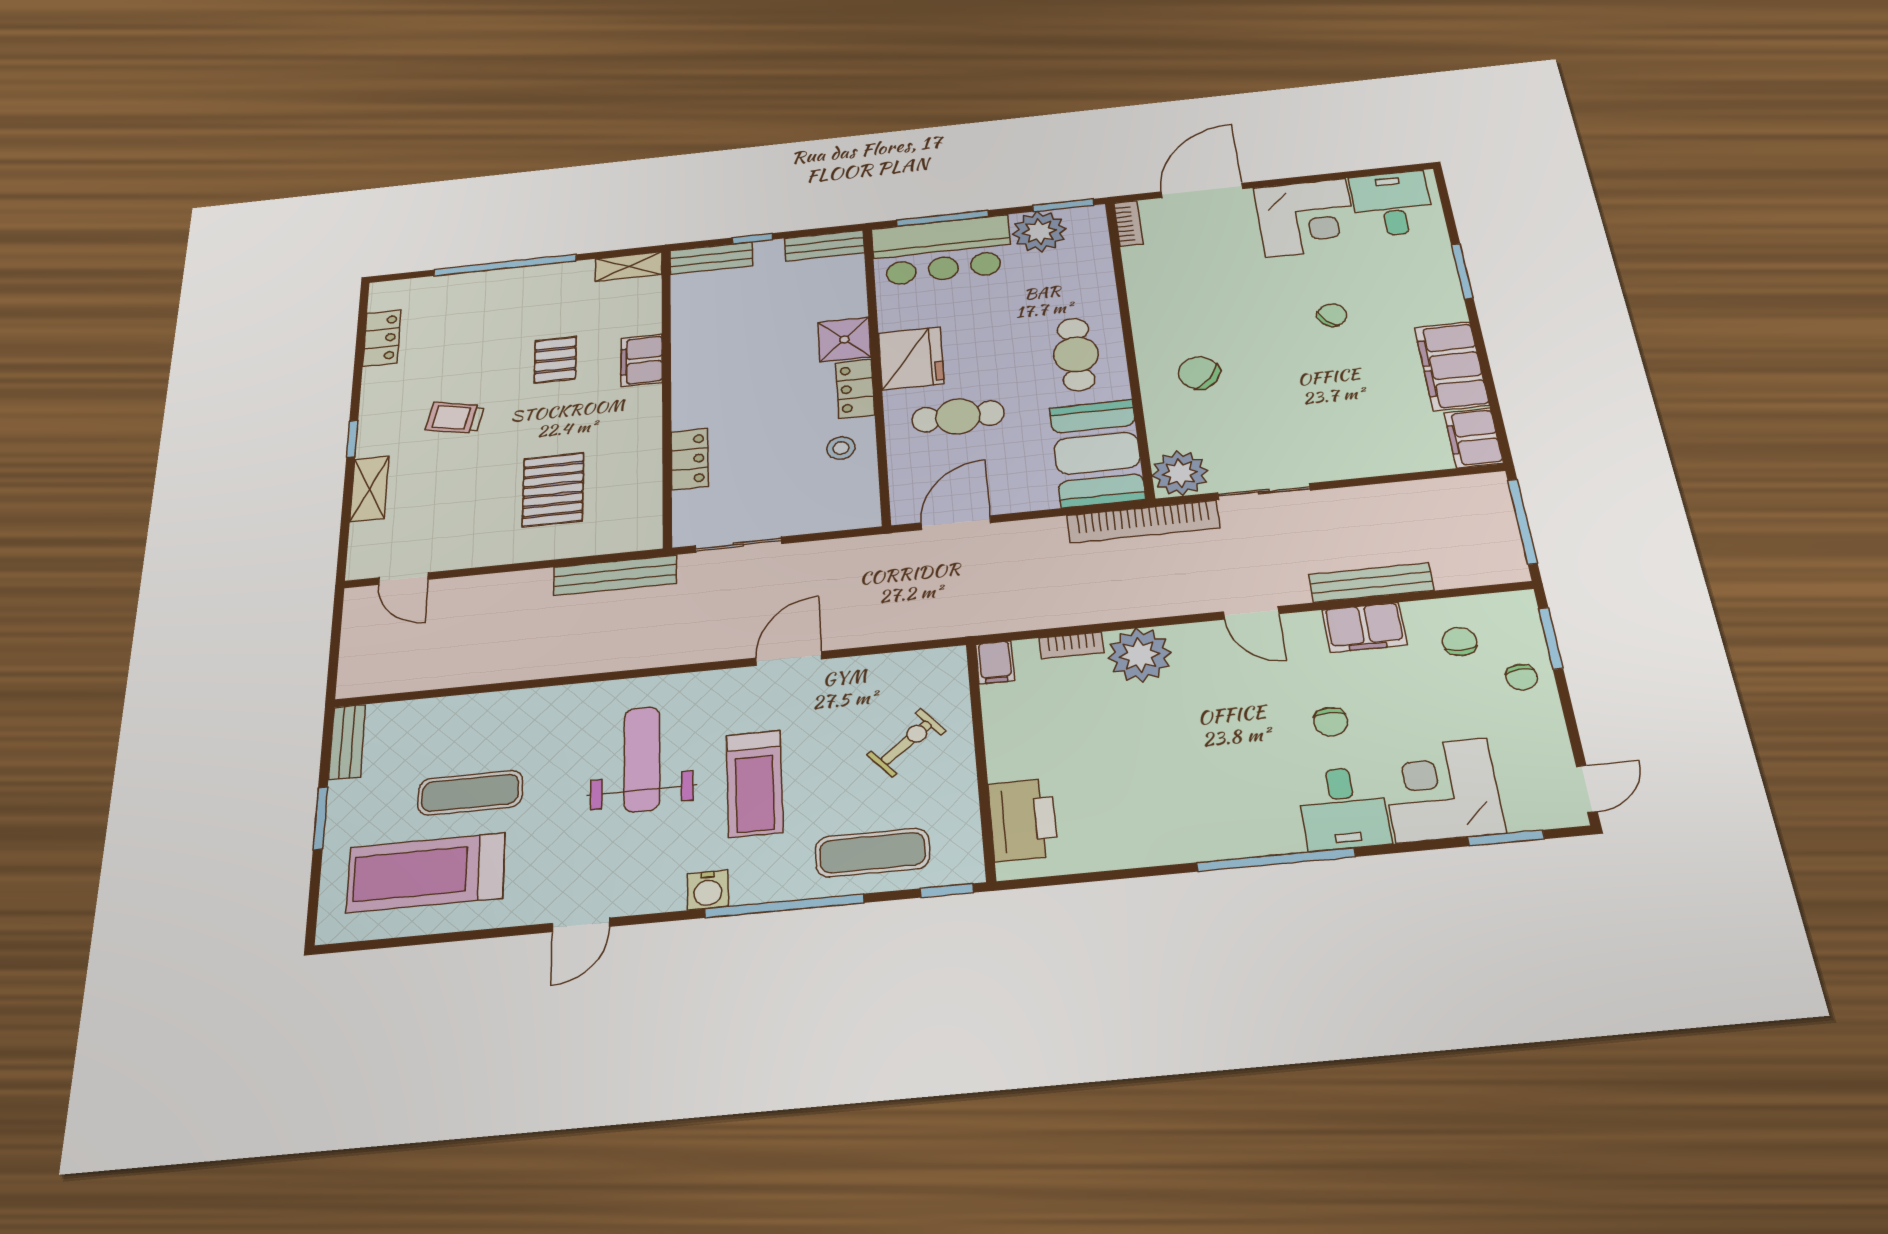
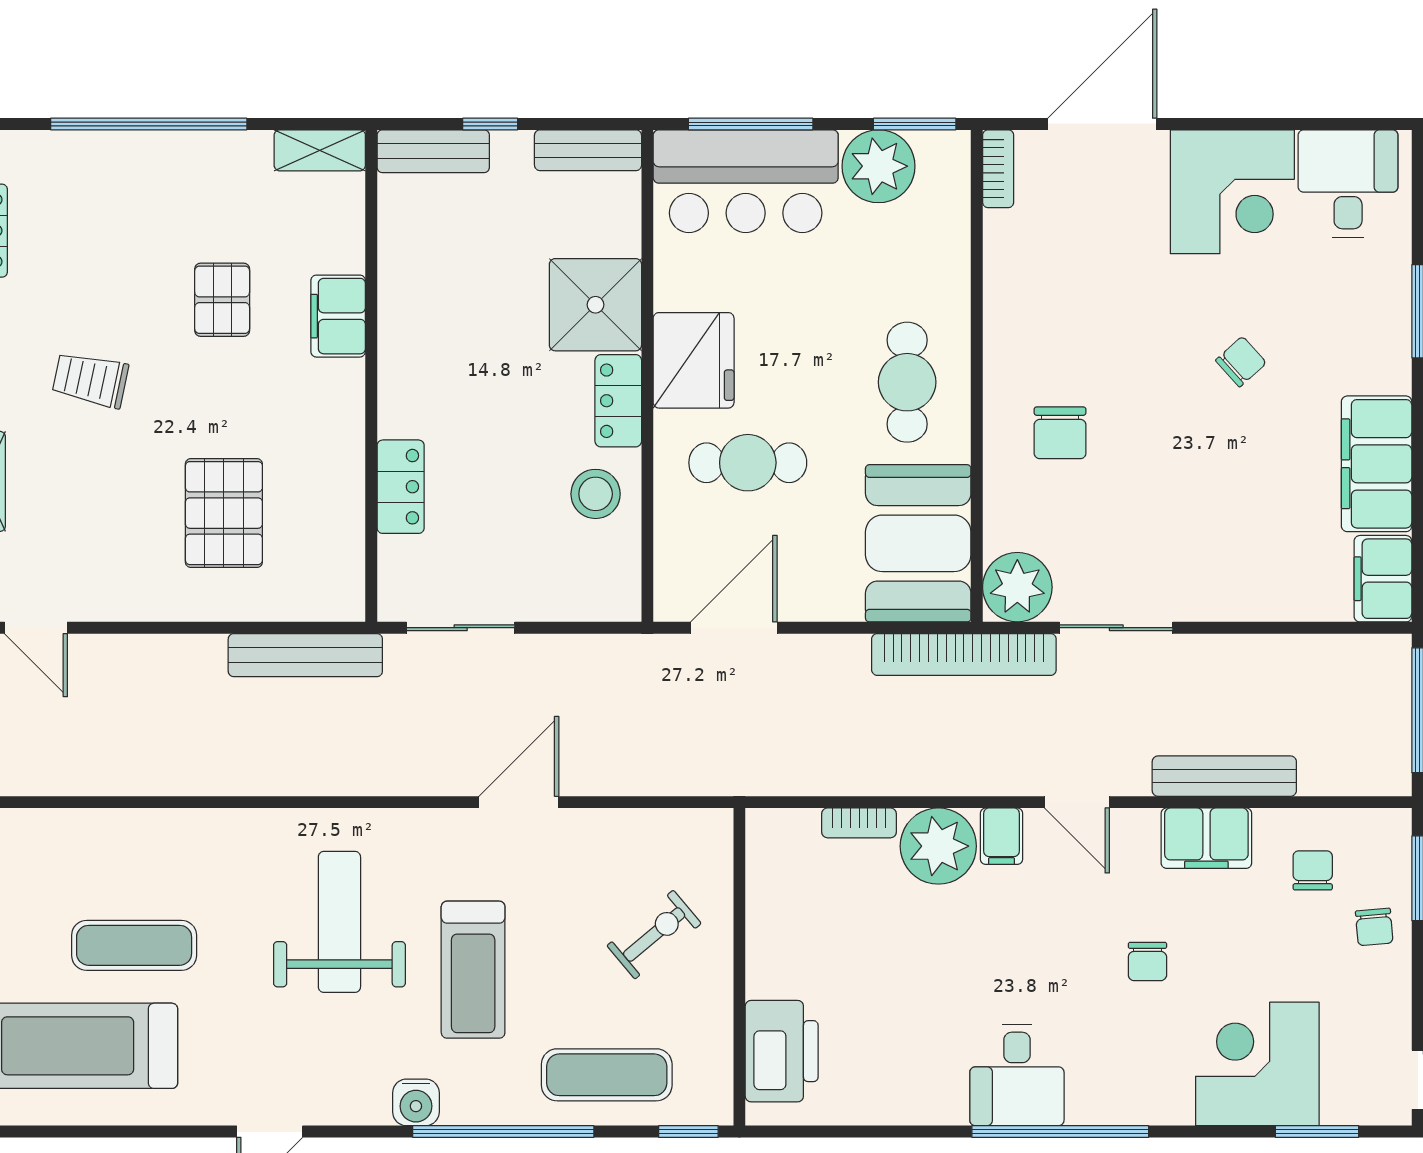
shower: (844, 340) -> (595, 305), width x1.36, depth x1.36
chair: (1199, 373) -> (1060, 433), turned -131
stool: (841, 448) -> (596, 494), width x1.37, depth x1.37
filing cabinet: (995, 662) -> (1001, 836), moved
desk: (1343, 808) -> (1017, 1075), moved

